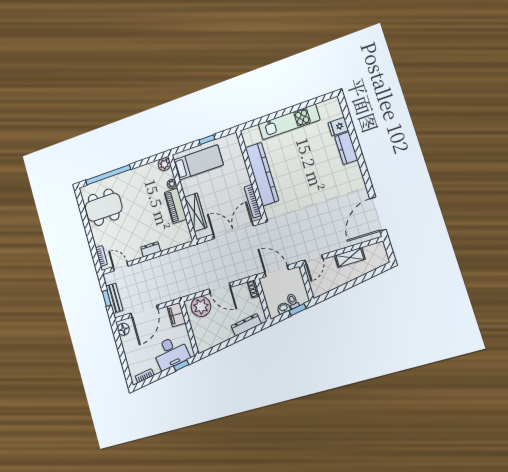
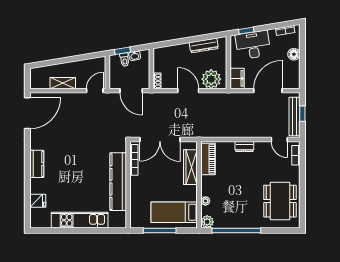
window: (207, 140) -> (160, 231), width x2.17
kitchen counter: (346, 148) -> (37, 164), moved
window: (108, 175) -> (236, 231), moved
piano: (175, 206) -> (208, 159), moved
dining table: (104, 207) -> (280, 201), turned 90
bench: (114, 298) -> (294, 117), width x1.36
dresser: (246, 325) -> (204, 46), moved
floor lamp: (123, 329) -> (294, 54), moved

